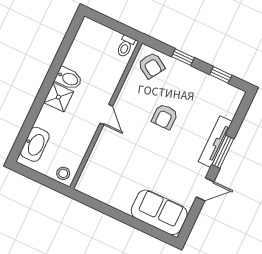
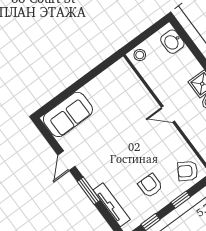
armchair: (165, 117) -> (150, 186), moved
tv unit: (215, 142) -> (112, 205), moved
washbasin: (35, 144) -> (172, 42), width x0.72

